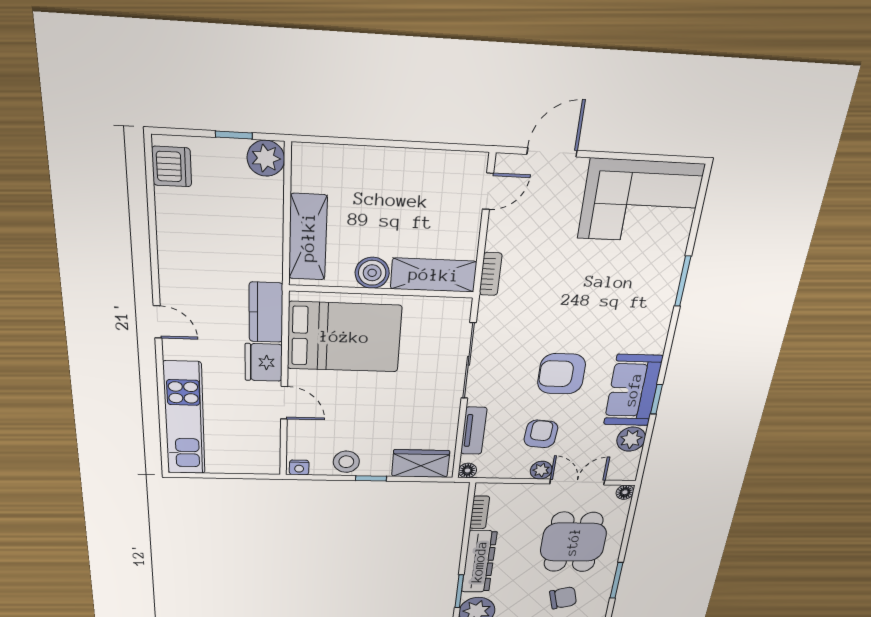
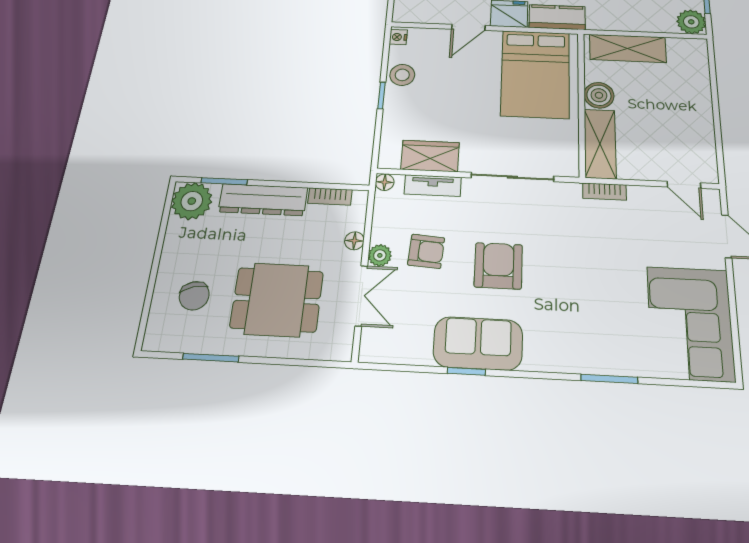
plant: (631, 439) -> (415, 349), removed
wardrobe: (421, 464) -> (430, 156), moved, turned -90
floor lamp: (625, 492) -> (354, 241), moved

